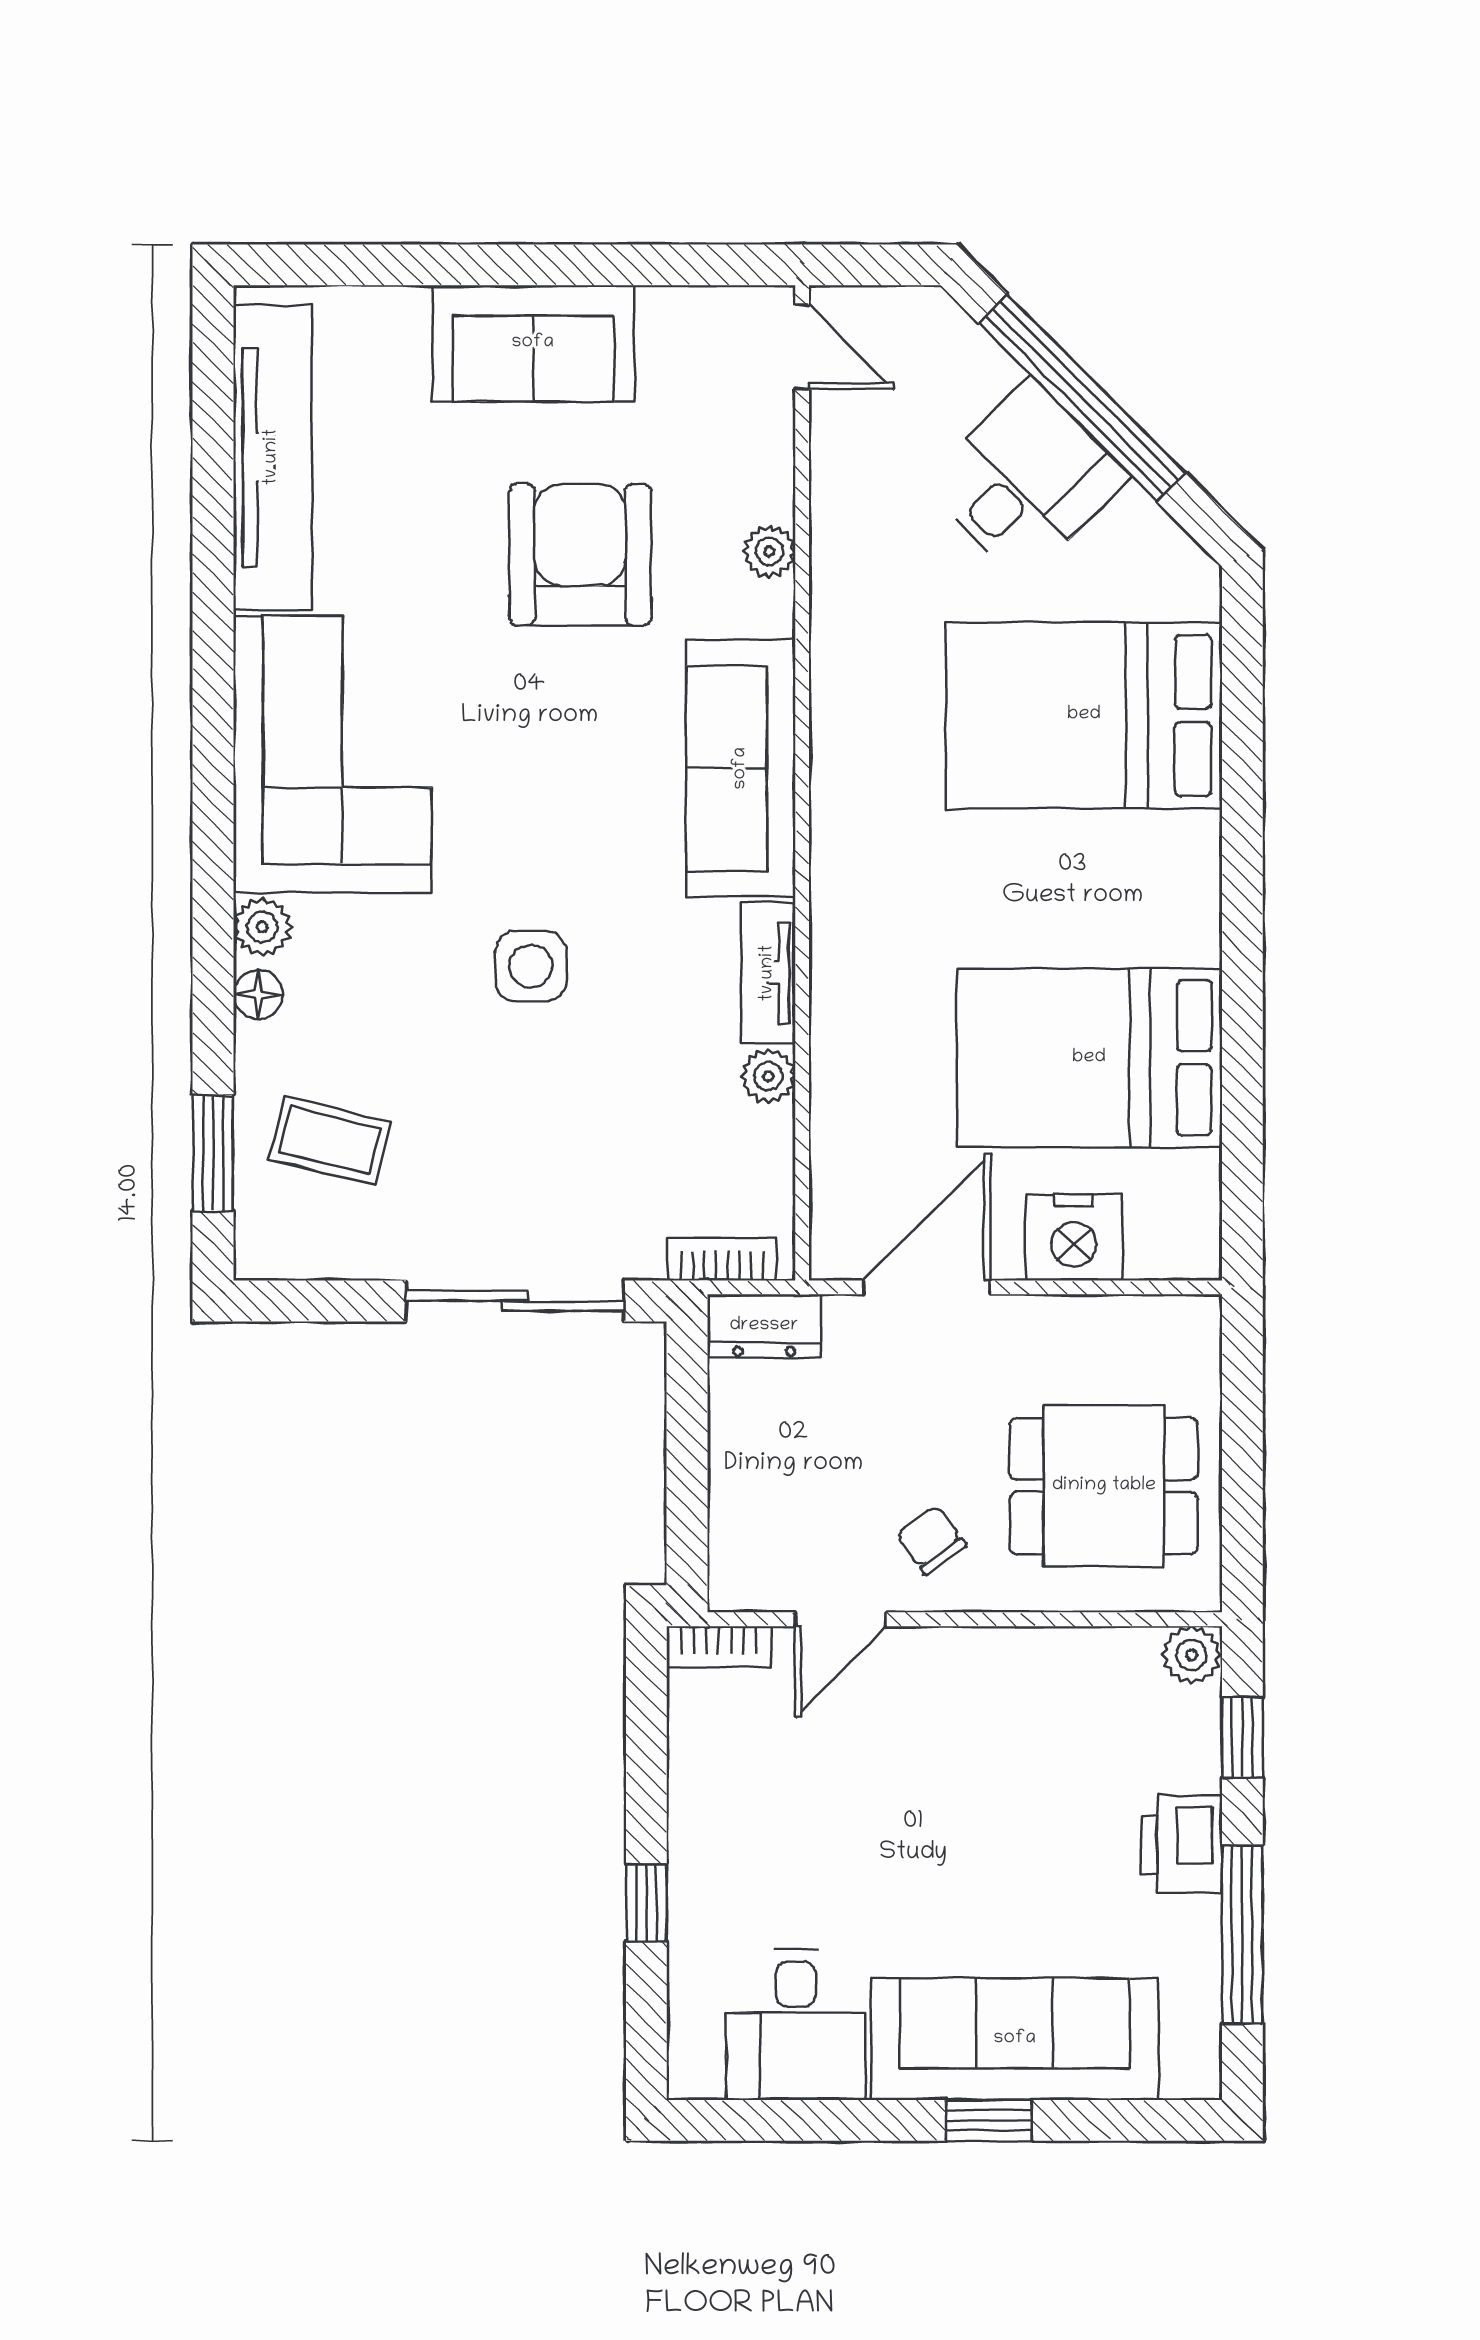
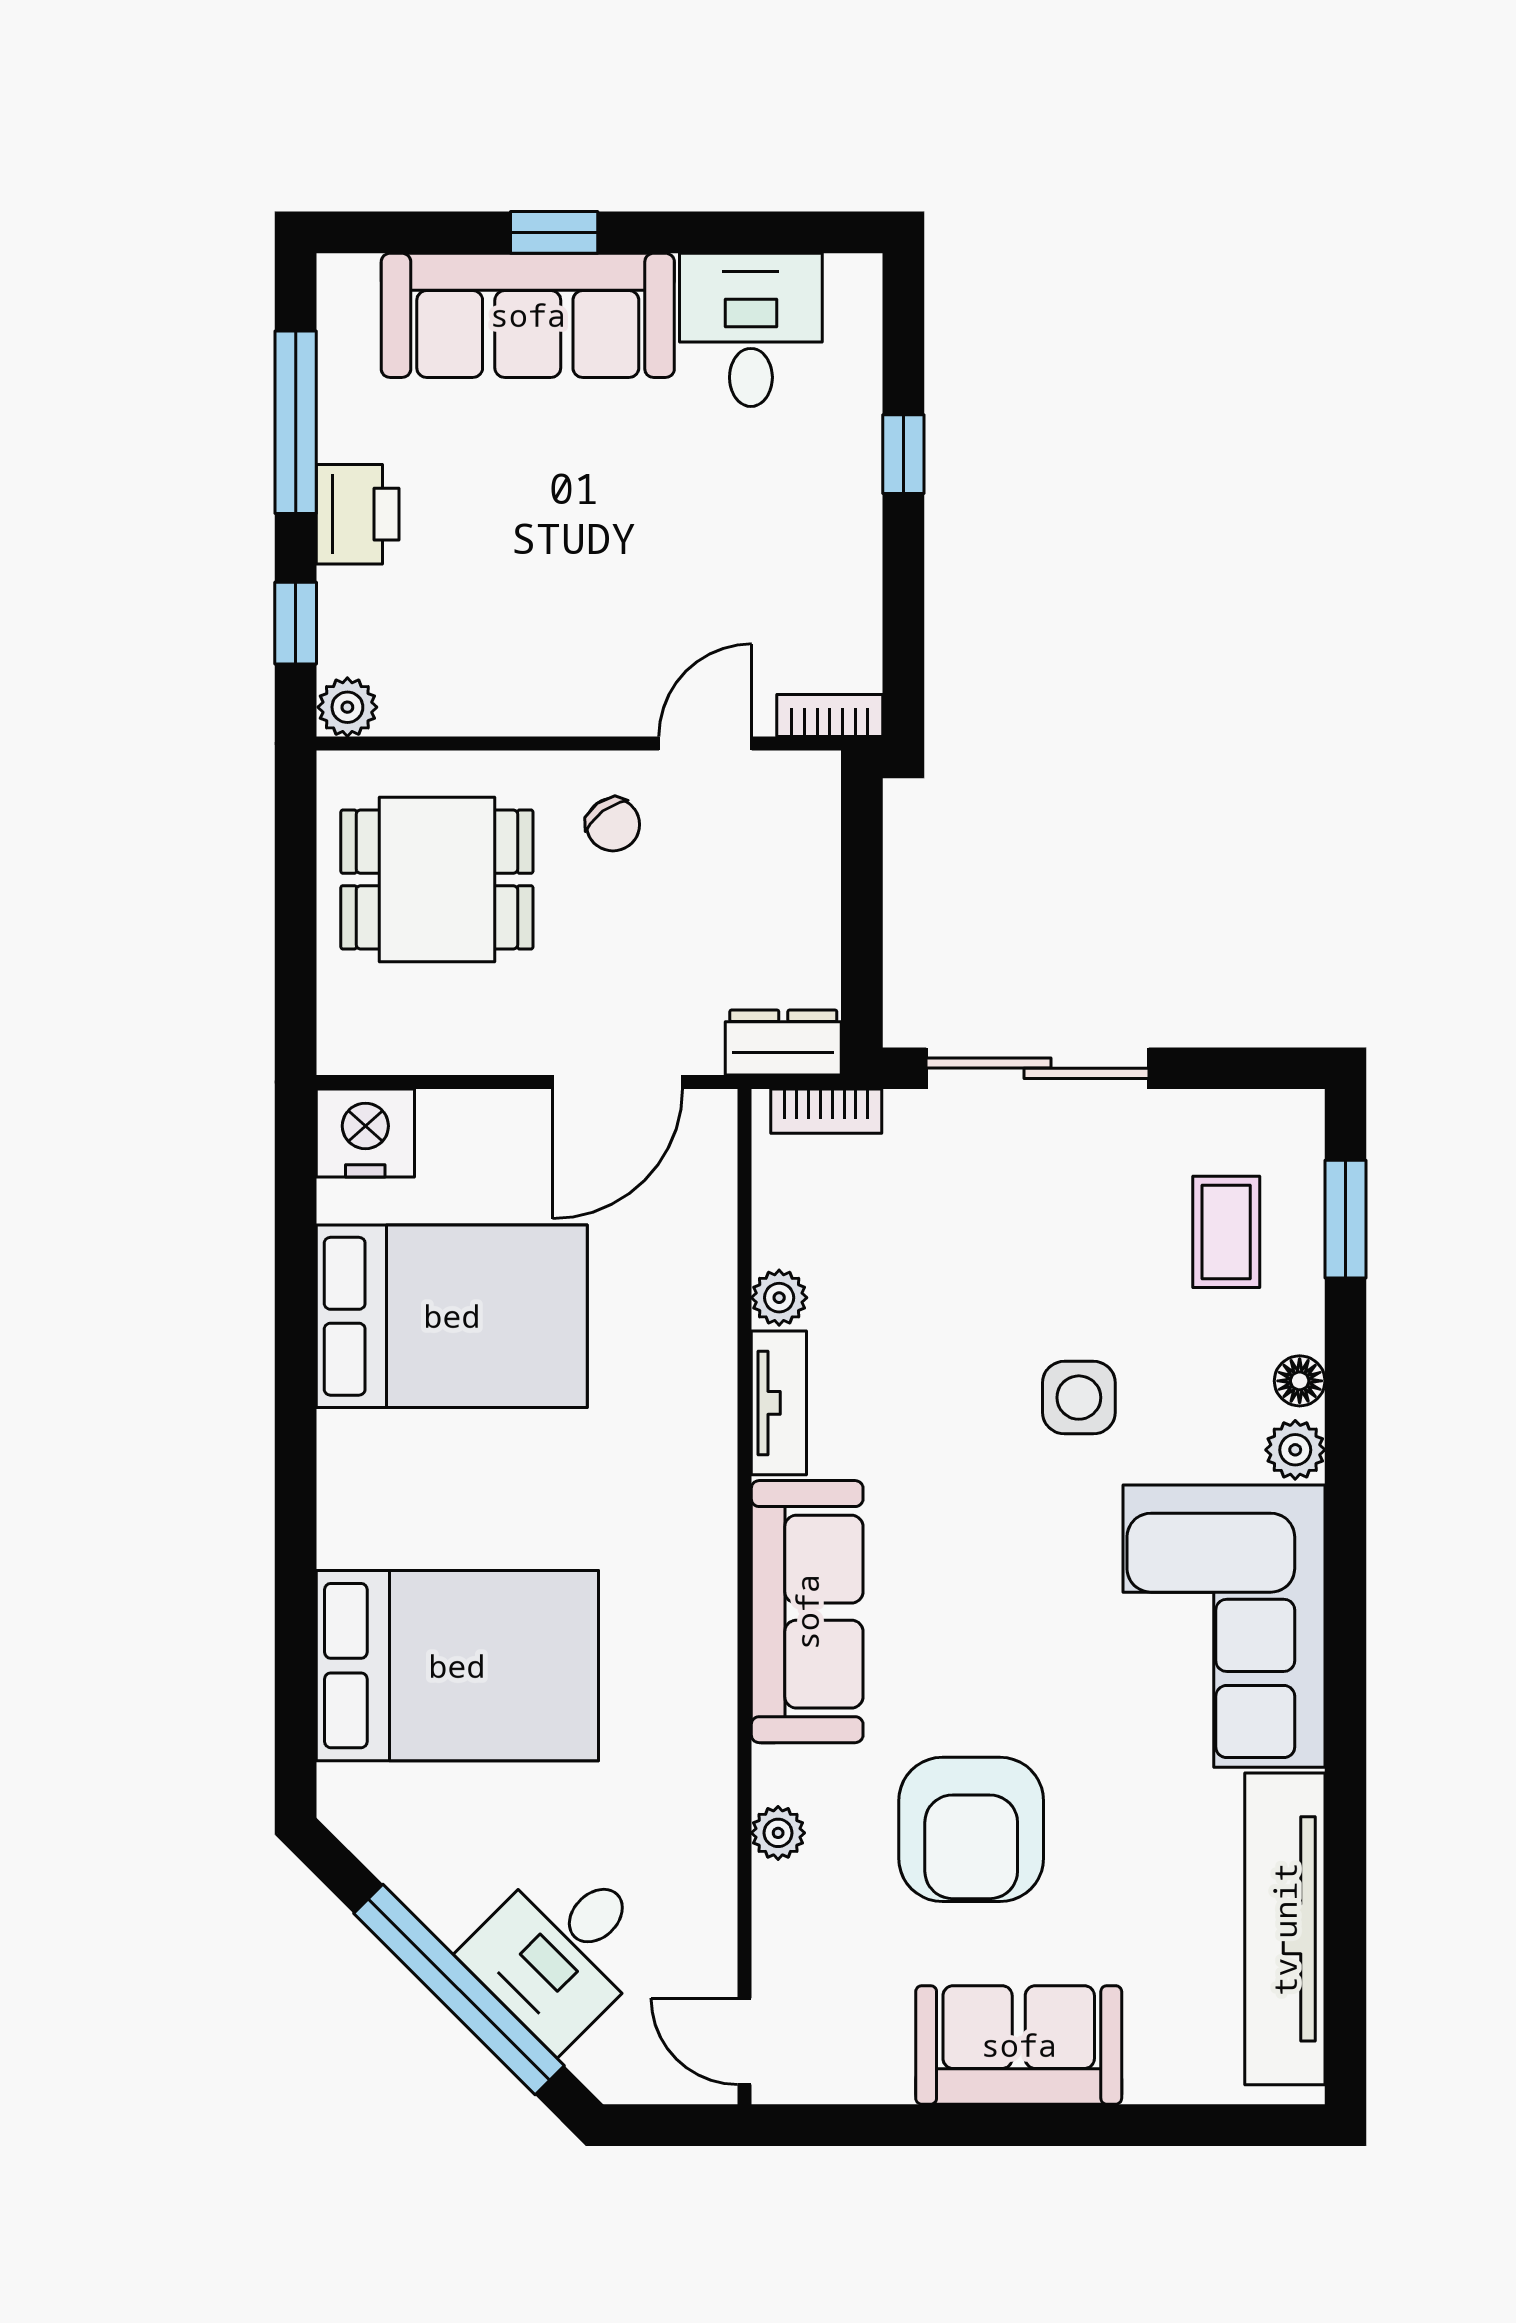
desk: (1026, 480) -> (561, 1950), moved
side table: (531, 966) -> (1079, 1398), moved
coffee table: (330, 1141) -> (1226, 1232), turned 76
nightstand: (1074, 1237) -> (365, 1133), moved

